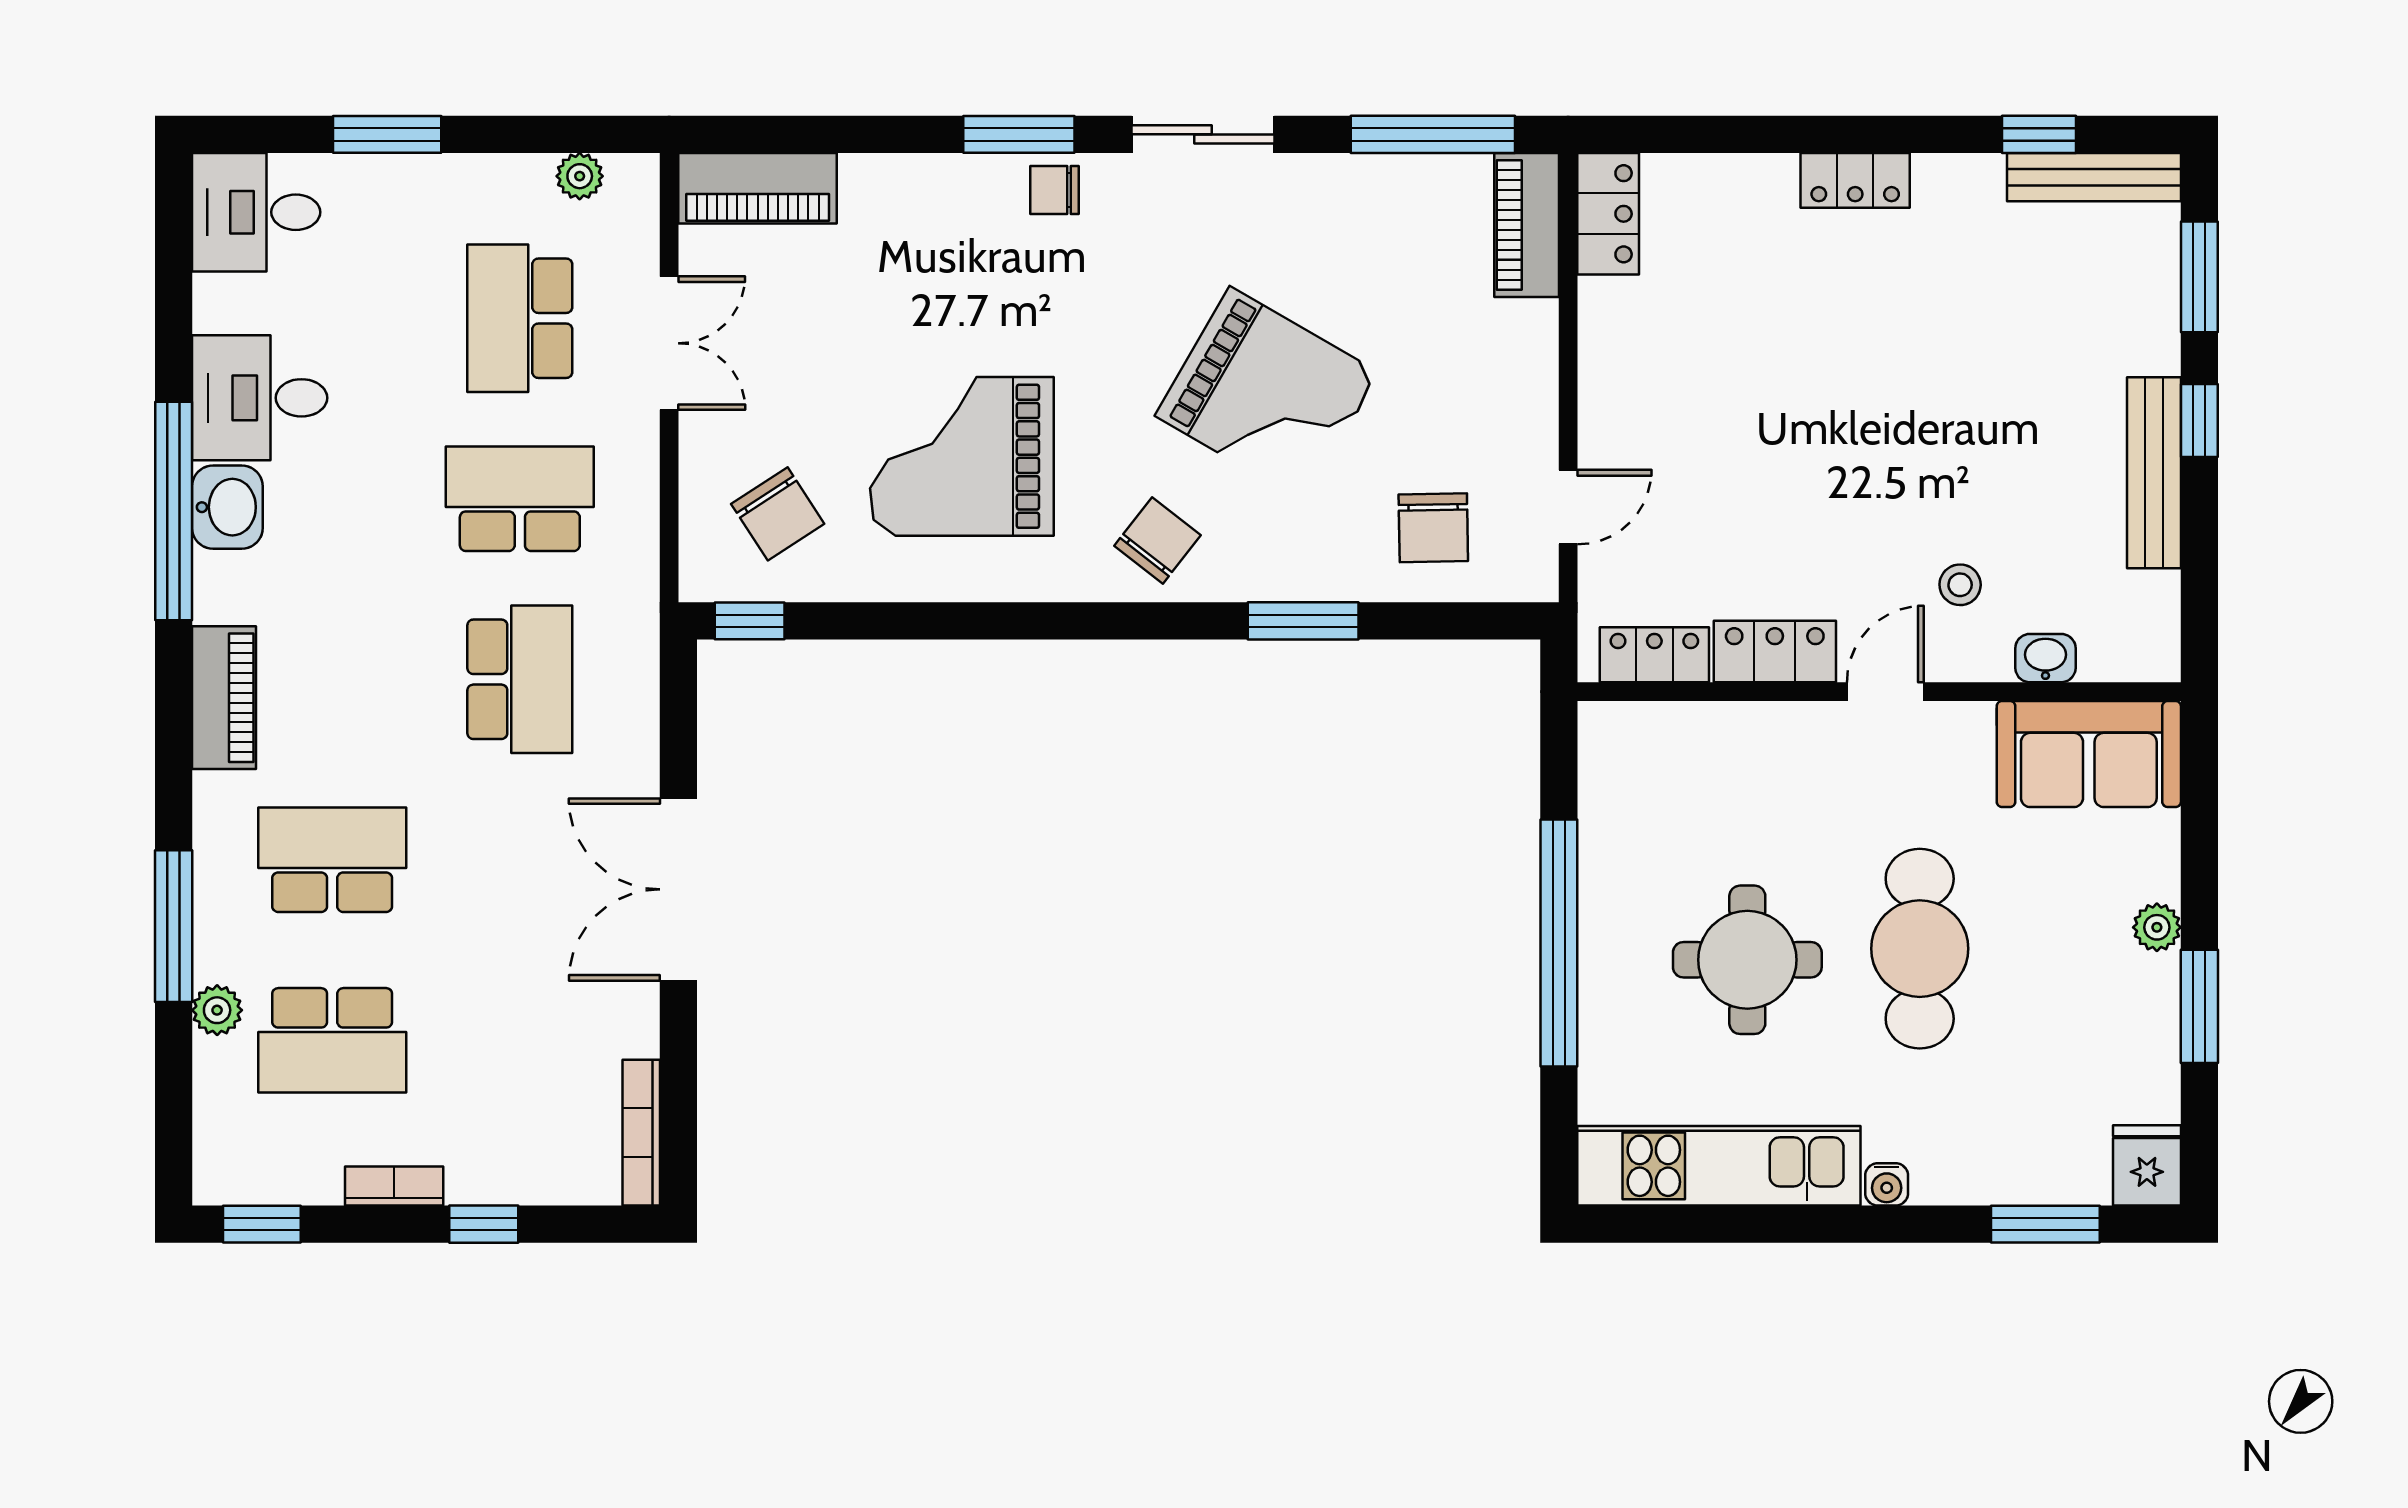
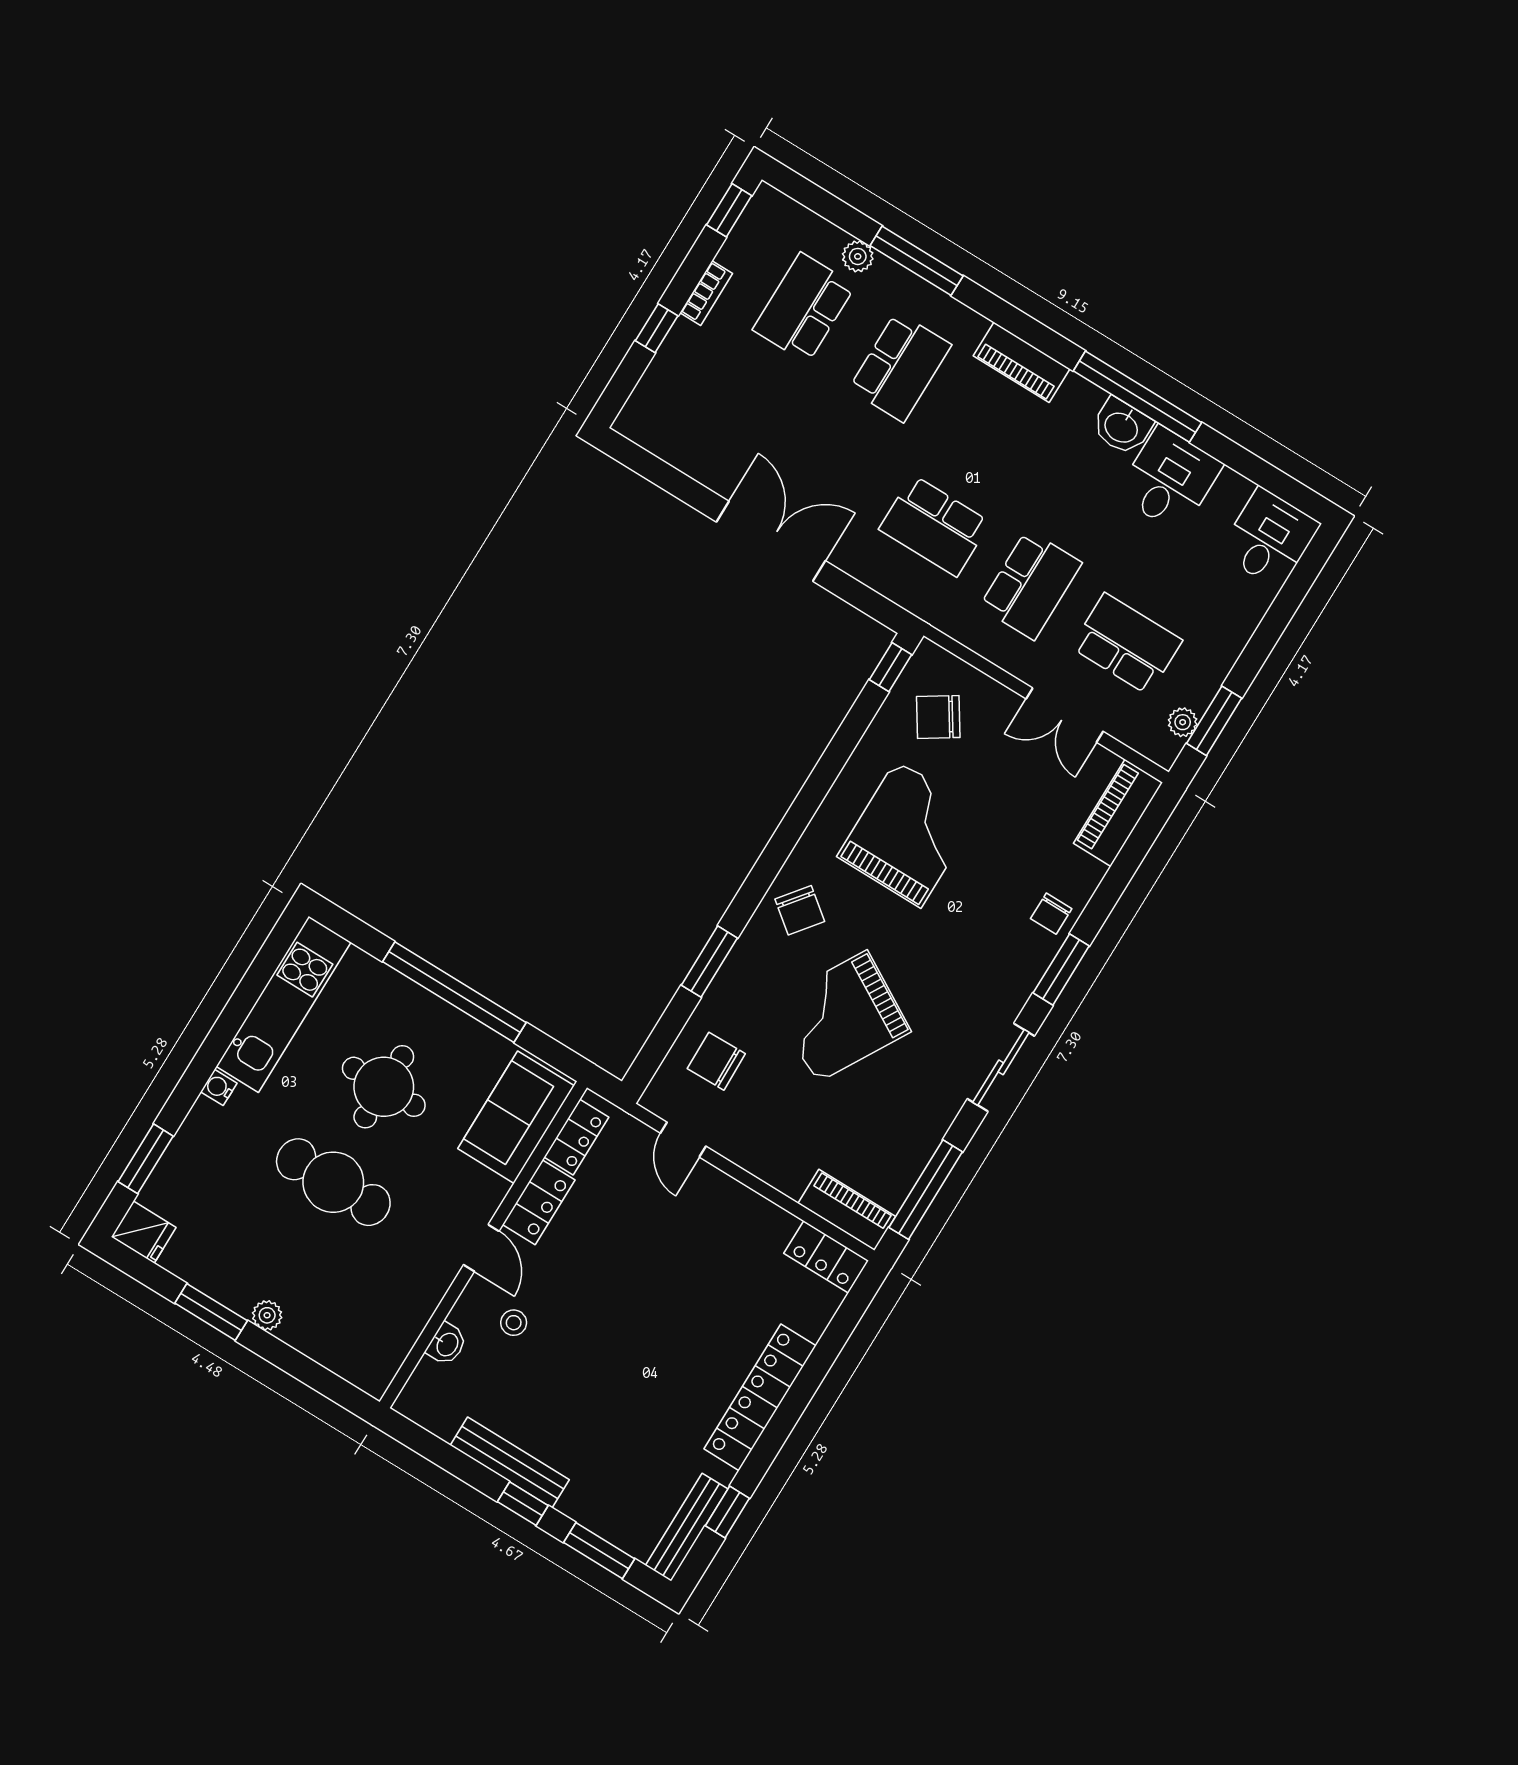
window: (387, 134) -> (1214, 721), moved
locker: (1855, 180) -> (760, 1397), width x2.16, depth x1.21
chair: (1055, 190) -> (1051, 914), moved, turned 180
sofa: (2089, 754) -> (516, 1117), moved
bookcase: (641, 1133) -> (654, 442), removed

